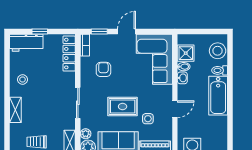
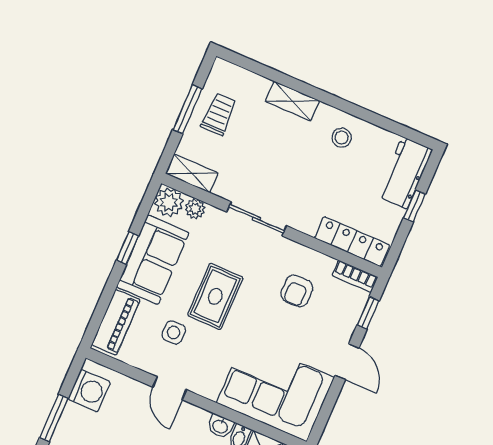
armchair: (103, 69) -> (297, 291), turned 90

